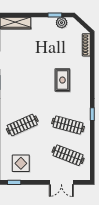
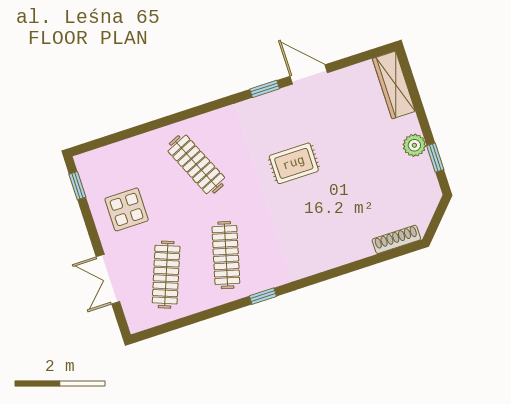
plant: (62, 23) -> (414, 145), moved
rug: (62, 80) -> (294, 163), moved
display table: (21, 163) -> (127, 209), moved

